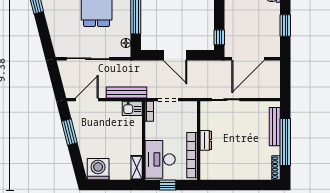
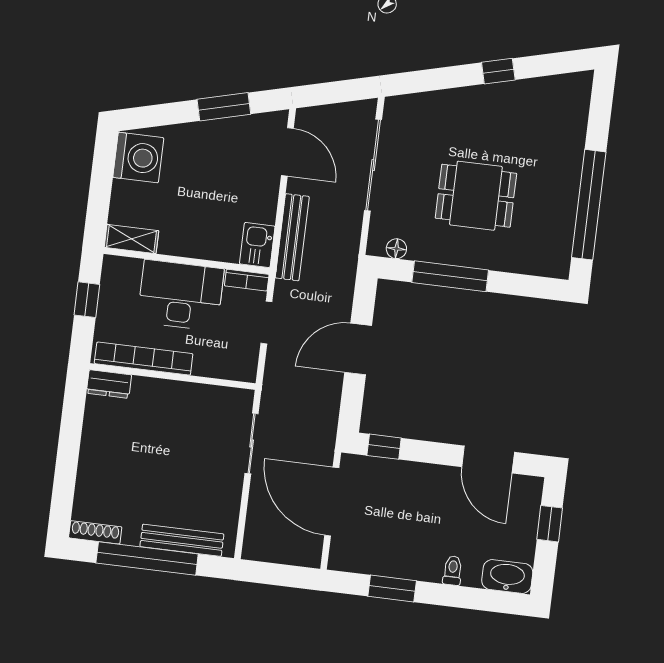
dresser: (206, 140) -> (109, 384), moved
desk: (160, 159) -> (181, 295), moved

